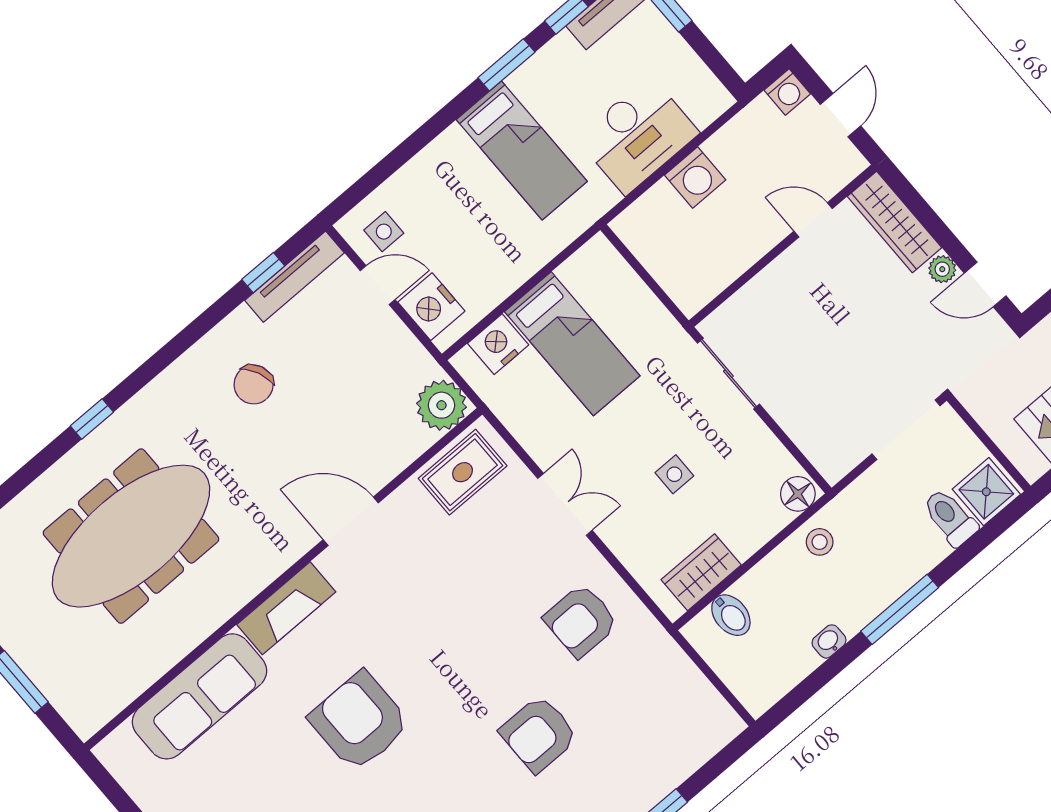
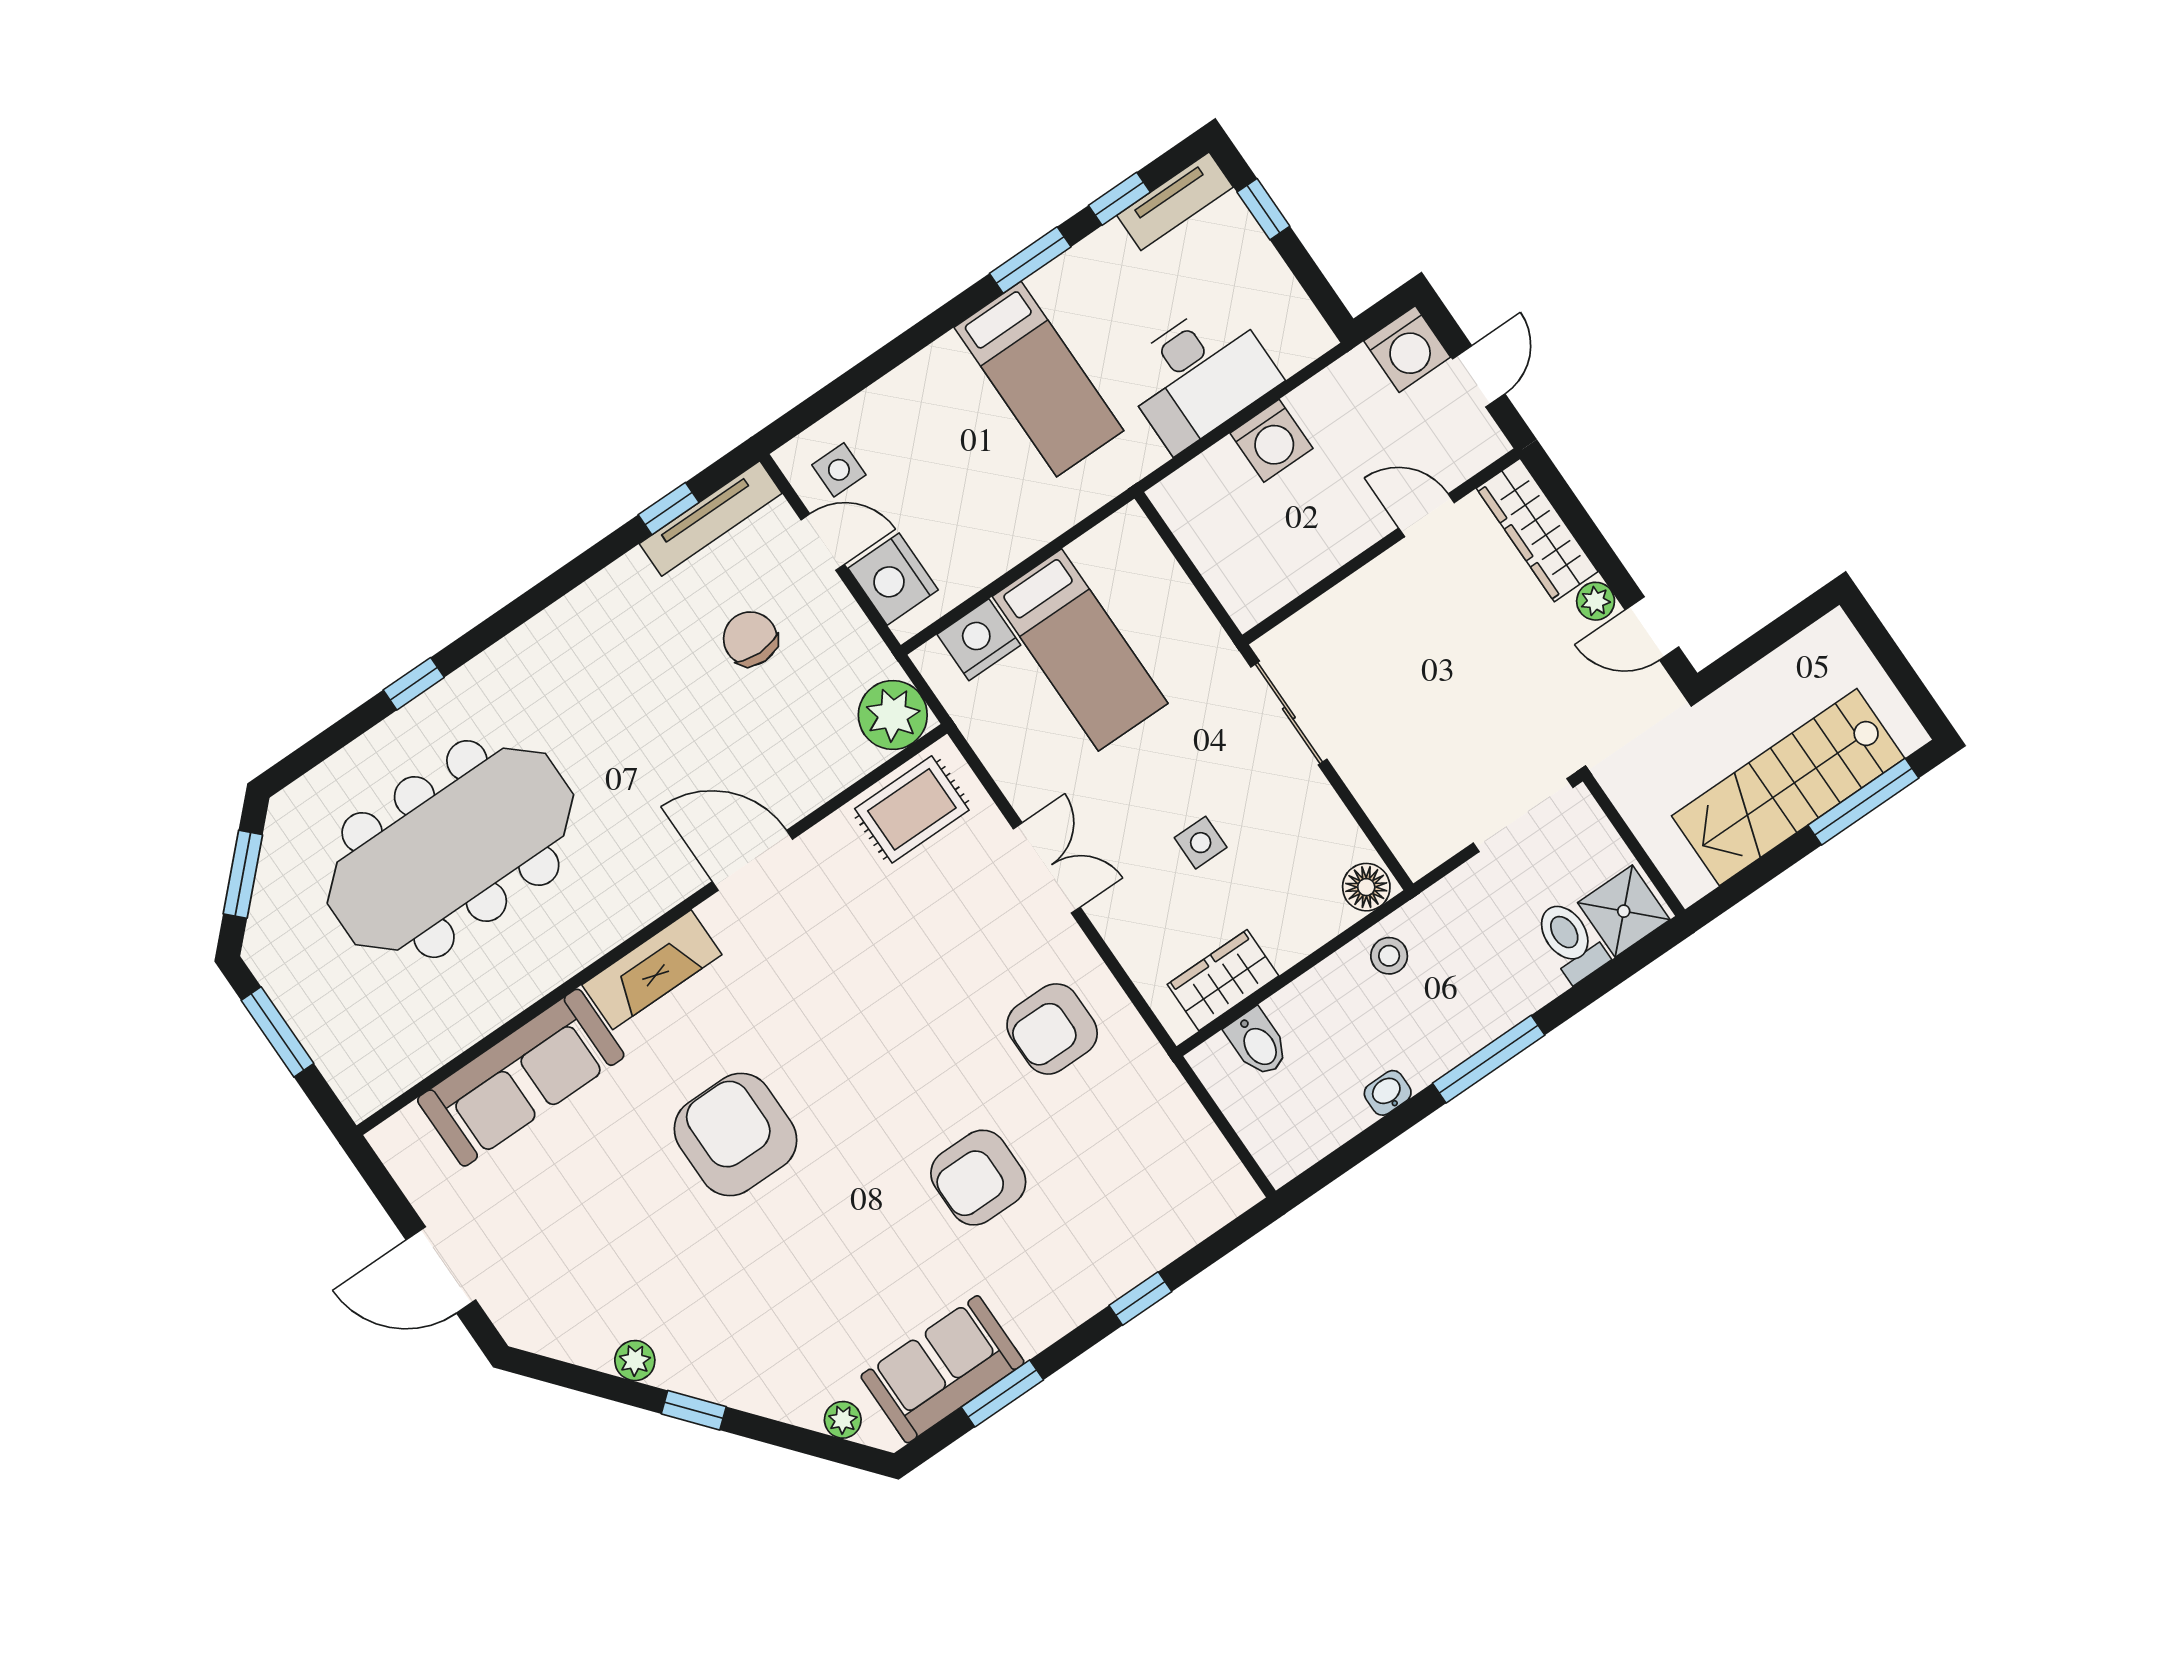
washing machine: (787, 92) -> (1407, 349), width x1.38, depth x1.38
chair: (254, 384) -> (750, 639), moved, turned 114

